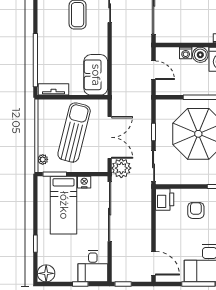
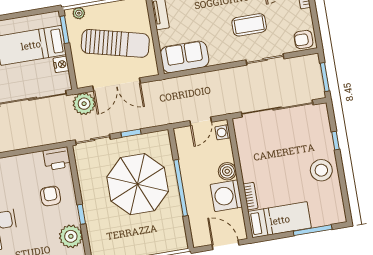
washing machine: (186, 53) -> (223, 132), moved
armchair: (196, 210) -> (51, 196), turned -90

